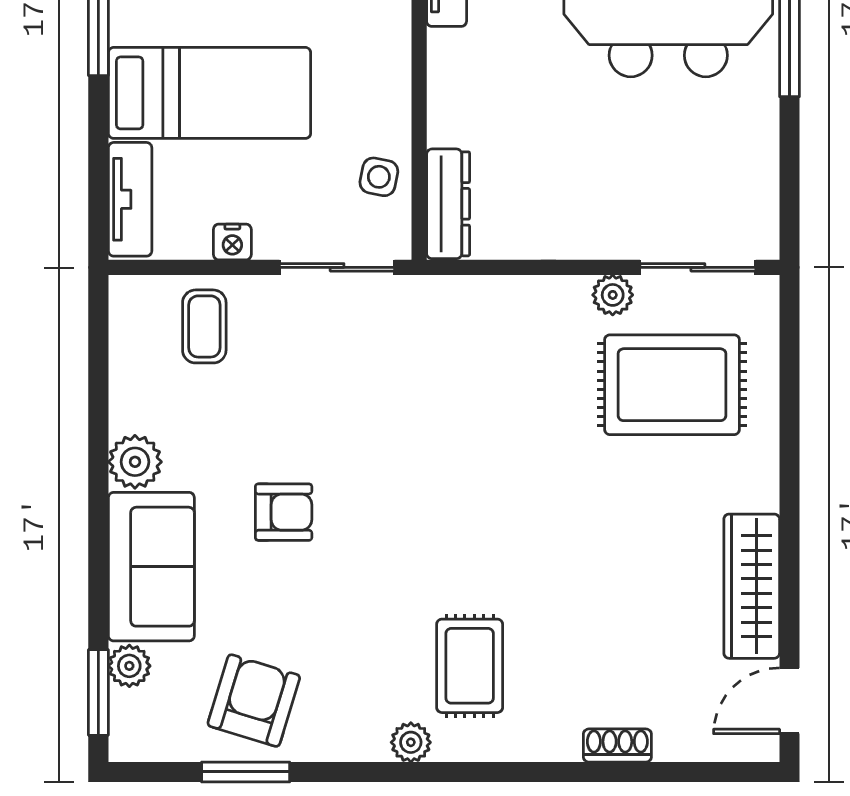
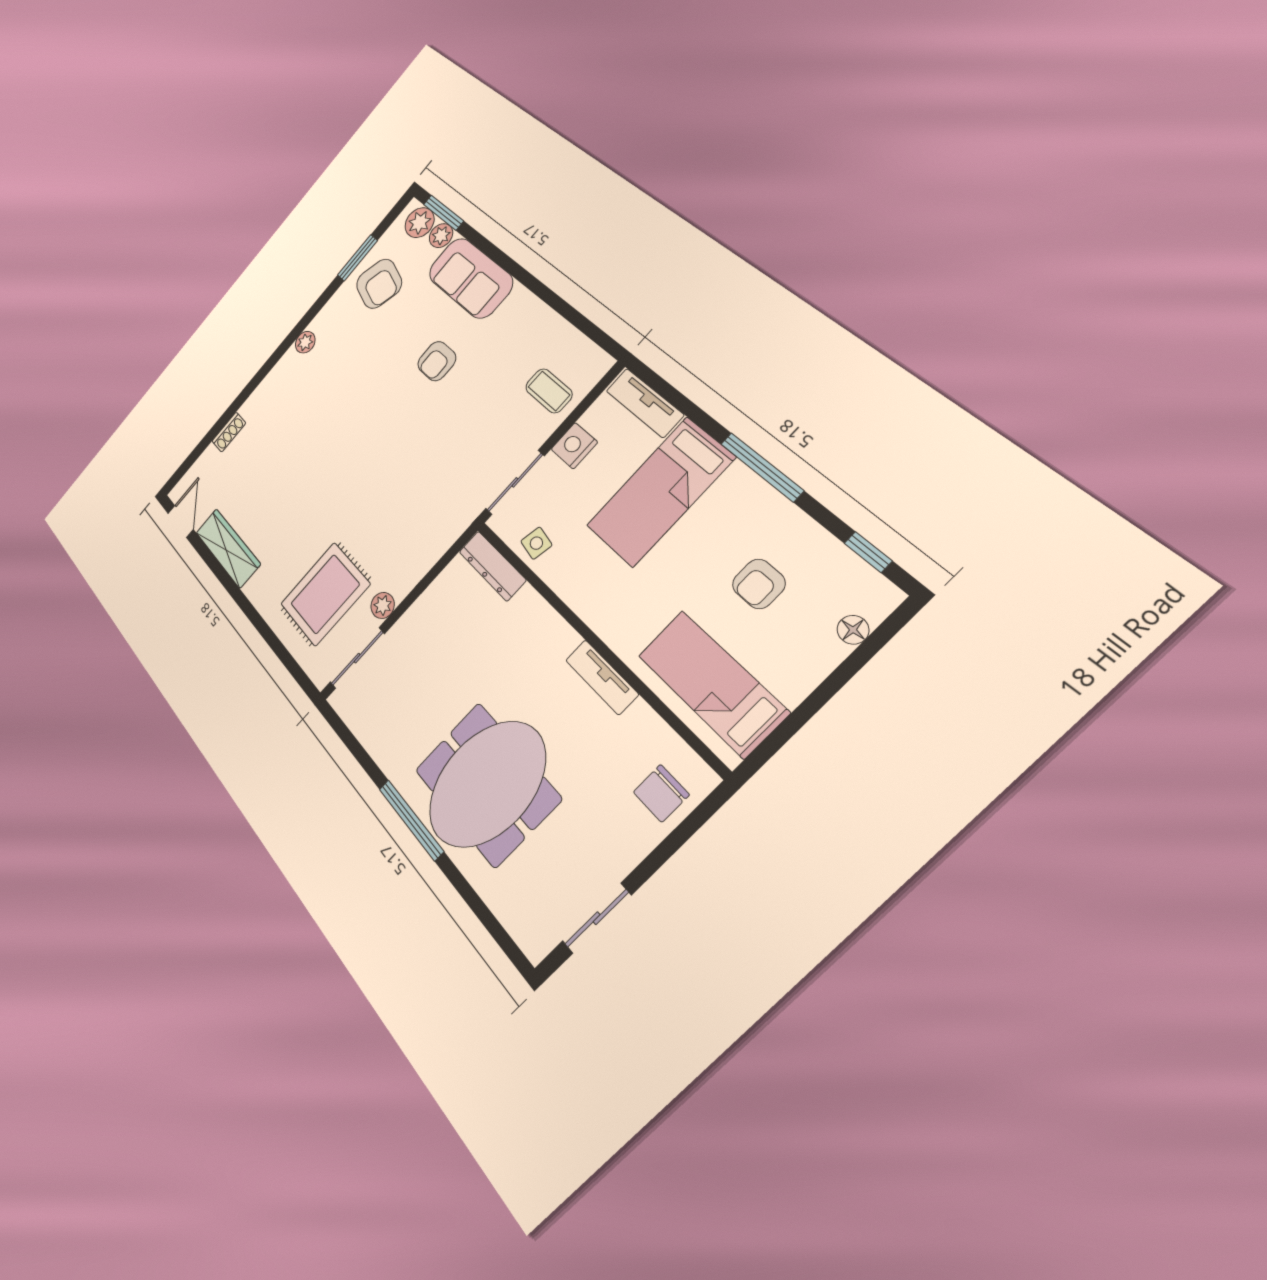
nightstand: (232, 242) -> (574, 446), width x1.39, depth x1.35
plant: (135, 462) -> (420, 223), moved
rug: (470, 666) -> (308, 394), removed

